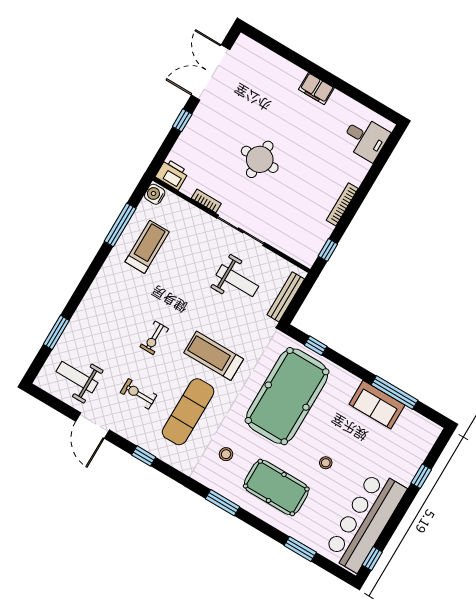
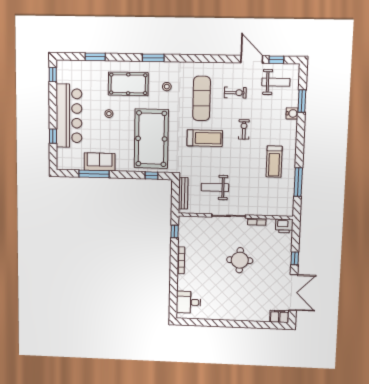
filing cabinet: (316, 89) -> (279, 316), moved
water cooler: (155, 194) -> (292, 113), moved
treadmill: (147, 247) -> (274, 162), moved
window: (144, 456) -> (276, 60), moved
bar counter: (365, 521) -> (69, 116), moved

